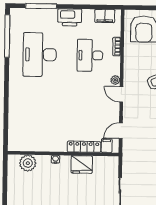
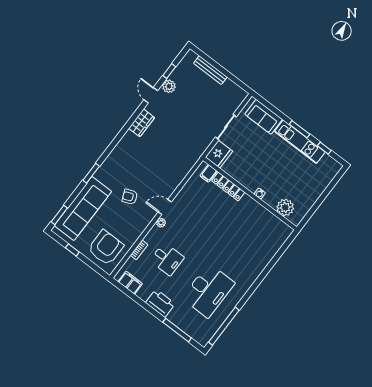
desk: (90, 55) -> (167, 259), width x0.73
door: (121, 94) -> (165, 207), swing flipped
door: (121, 131) -> (188, 177), removed
fridge: (82, 164) -> (219, 154), moved, turned 90

